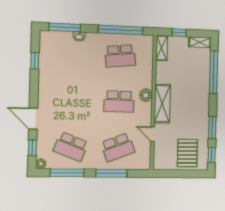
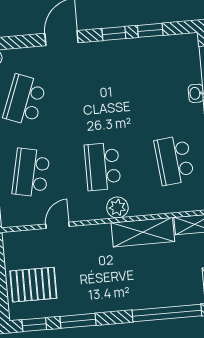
shelving: (162, 104) -> (143, 232), moved
school desk: (118, 147) -> (31, 173), turned 33
window: (32, 148) -> (114, 34), moved

